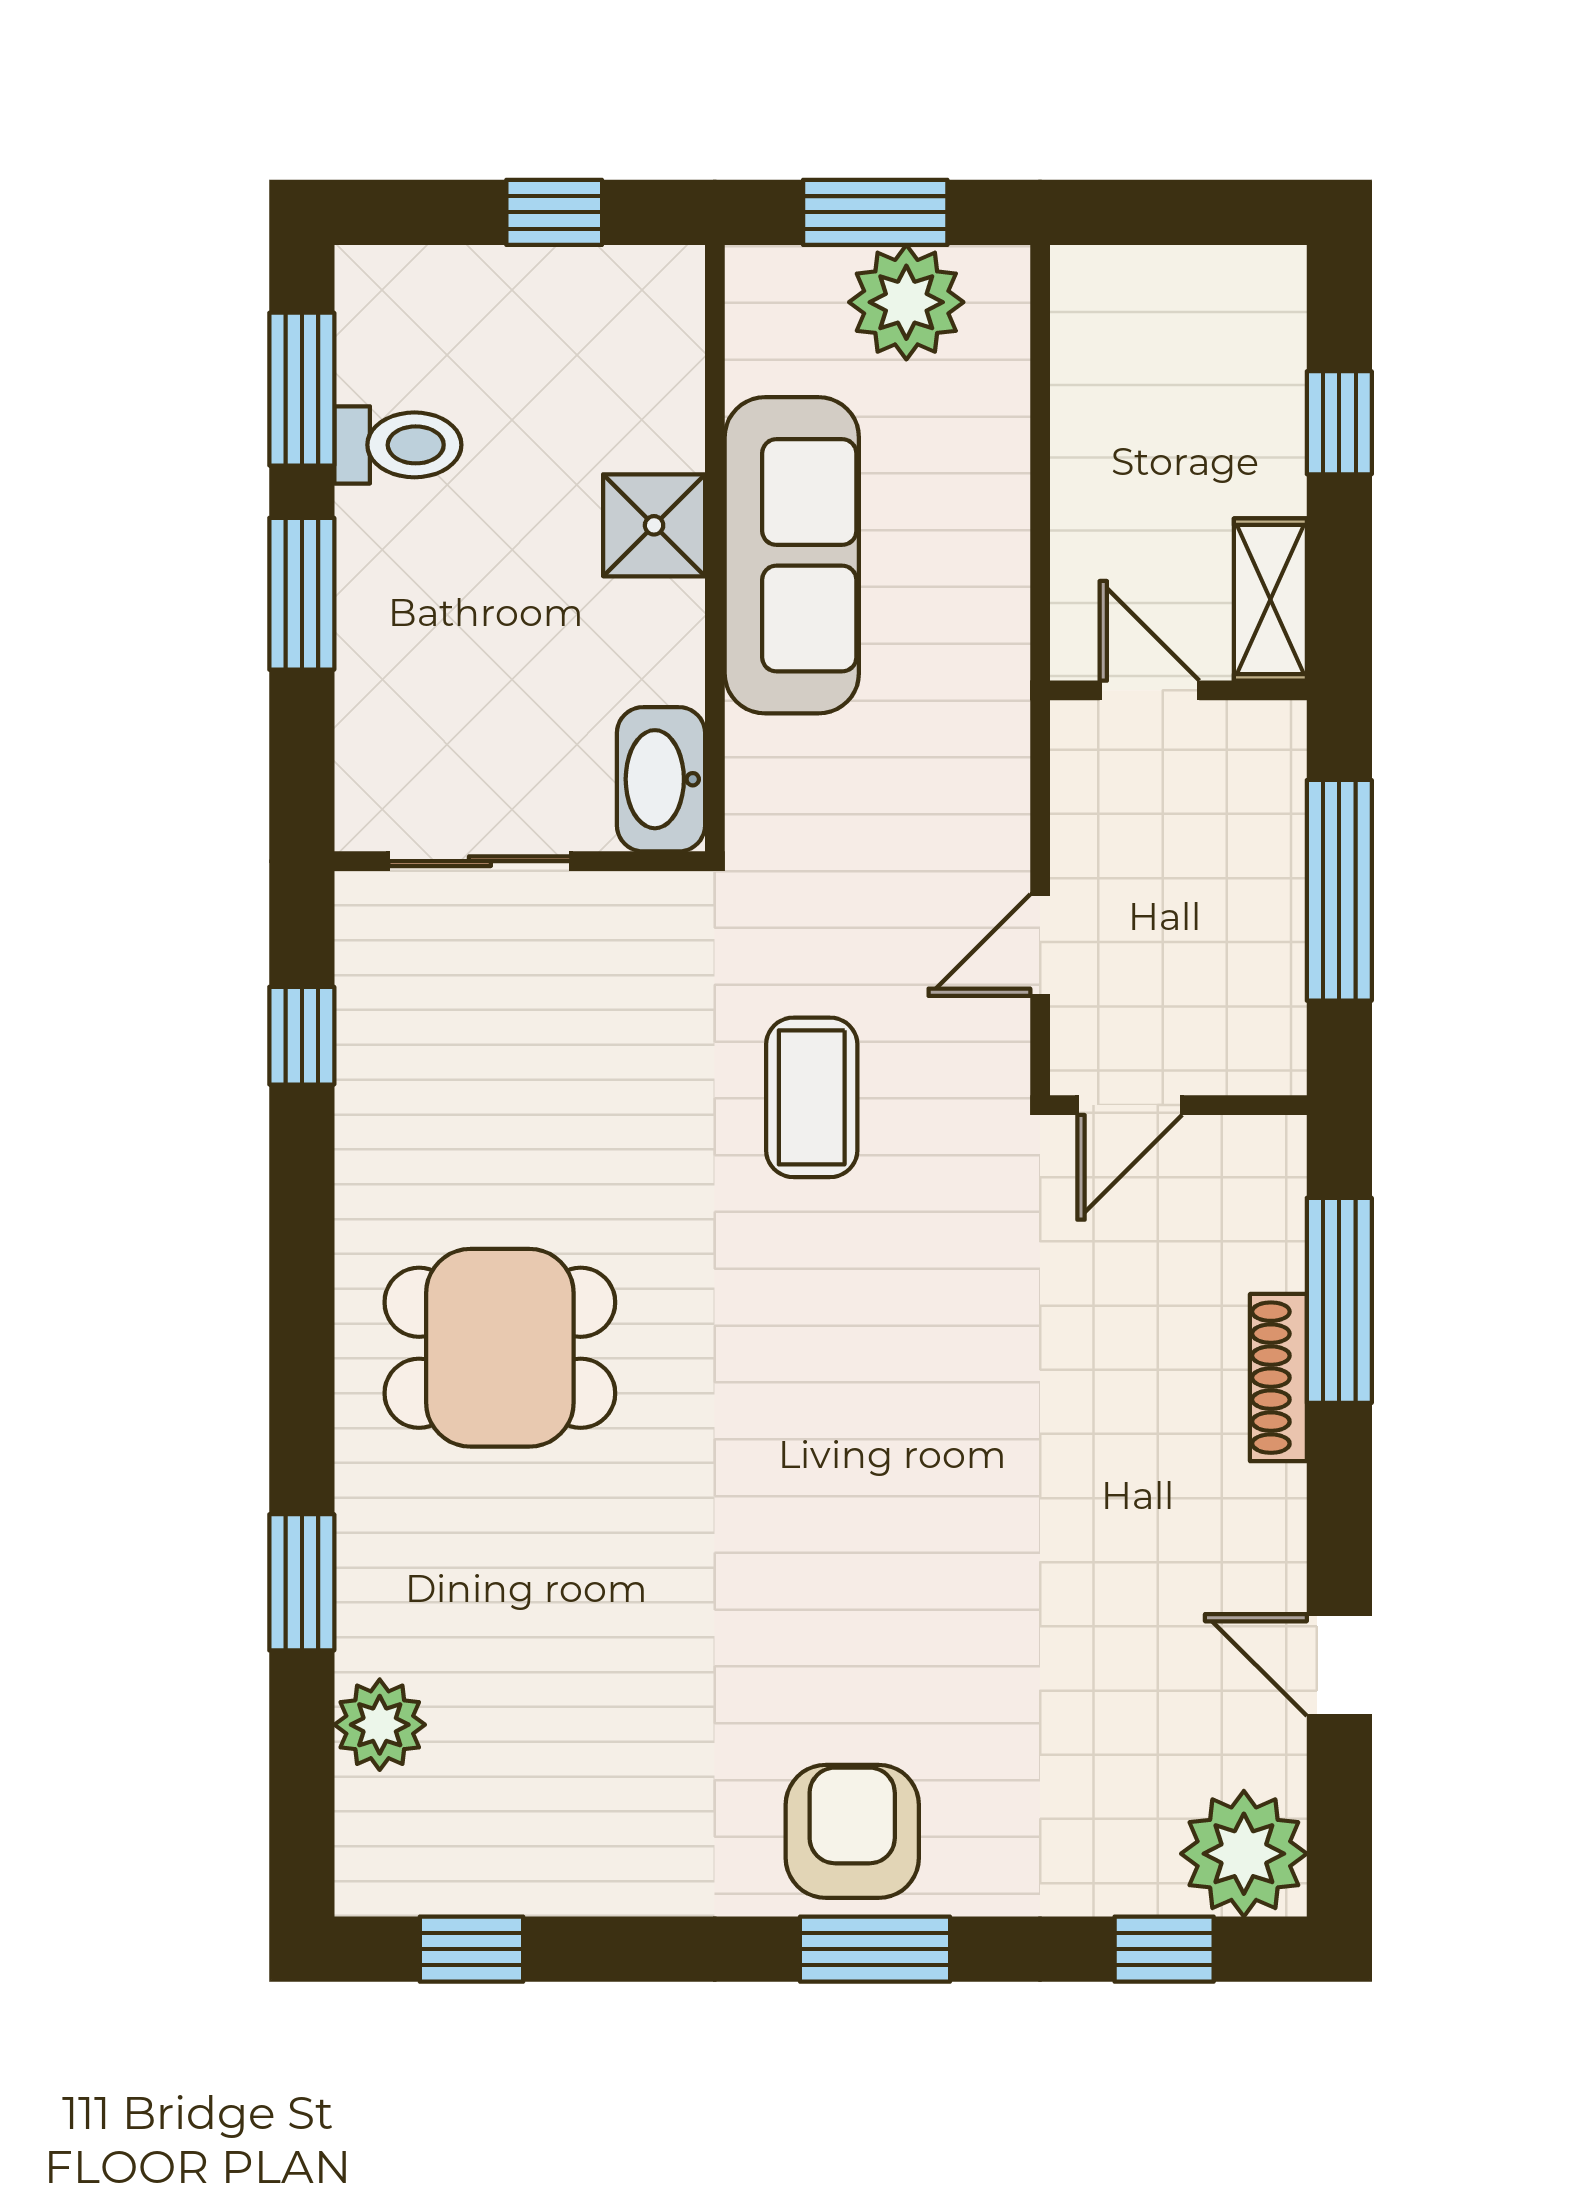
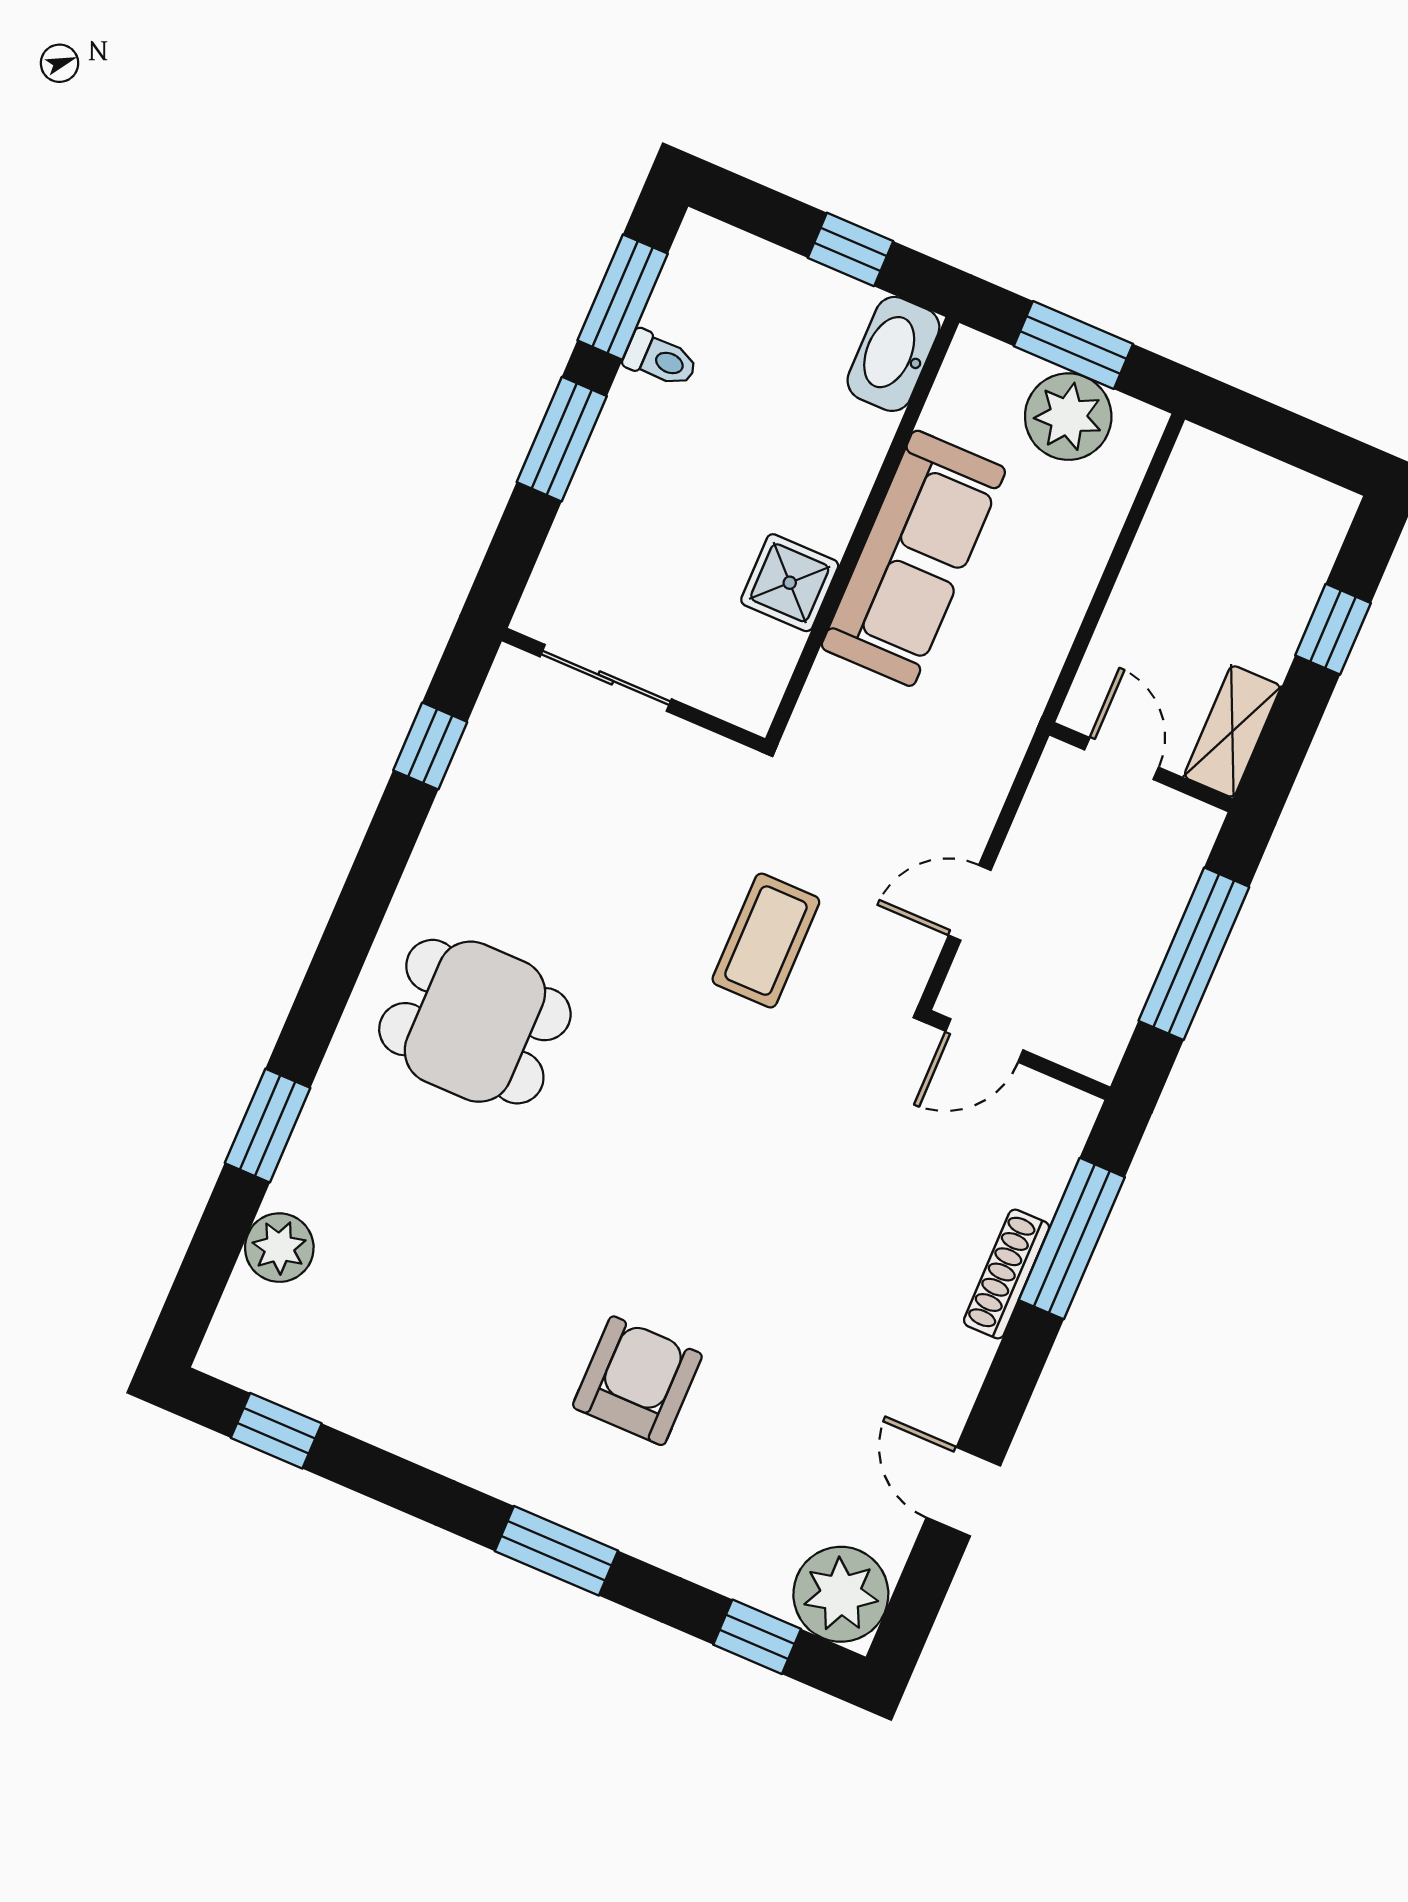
toilet: (398, 445) -> (660, 359), width x0.73, depth x0.72
shower: (654, 525) -> (790, 583), moved
washbasin: (661, 779) -> (893, 354), moved
armchair: (852, 1831) -> (637, 1381), moved

